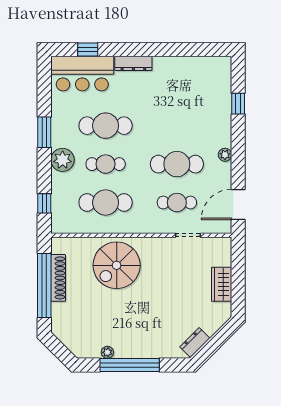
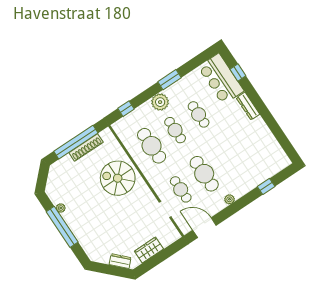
cafe table: (106, 126) -> (199, 114), width x0.73, depth x0.74
dresser: (195, 343) -> (120, 261), moved

